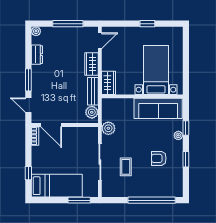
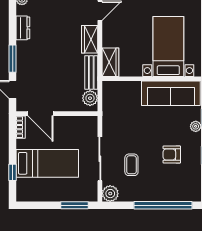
plant: (108, 128) -> (110, 194), moved
bed: (57, 186) -> (47, 163), moved

